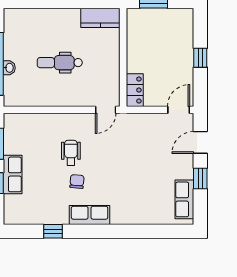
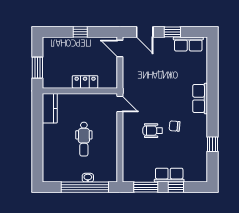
locker: (135, 90) -> (85, 82), moved
row of seats: (90, 215) -> (200, 99), moved

